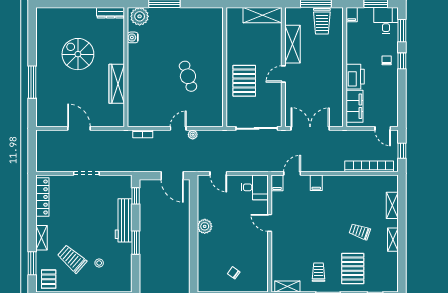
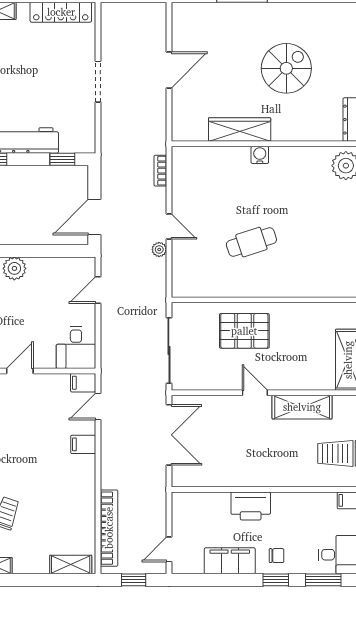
water cooler: (133, 37) -> (260, 155), moved
filing cabinet: (355, 106) -> (230, 561), moved, turned 180
door: (292, 173) -> (98, 407), swing flipped
shelving: (392, 205) -> (71, 565), moved

